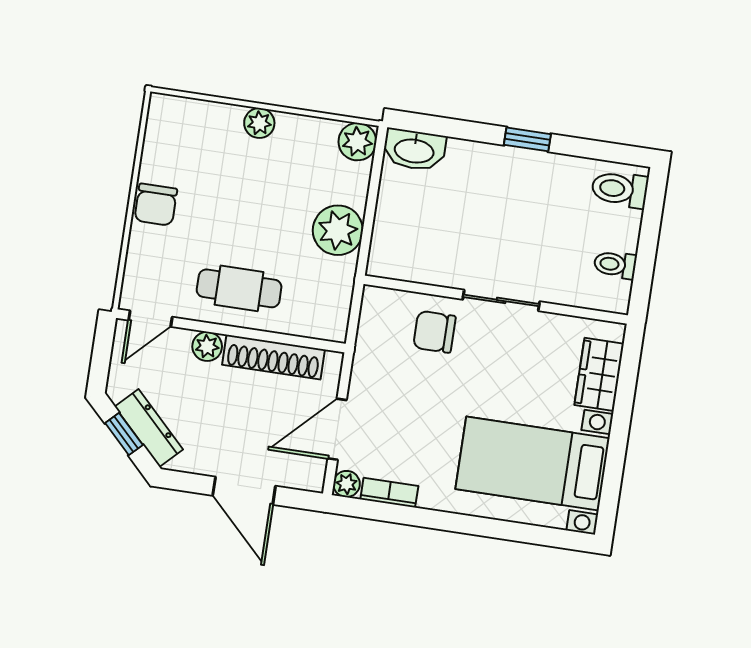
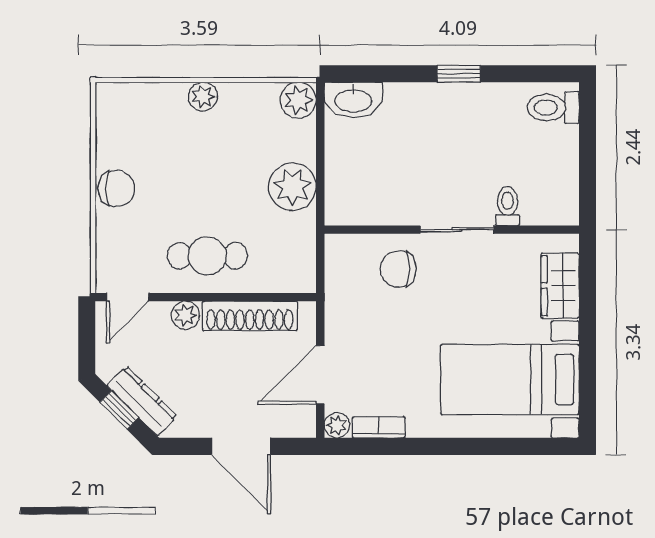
chair: (156, 205) -> (117, 188), turned -90
toilet: (615, 265) -> (507, 206), moved, turned 90

